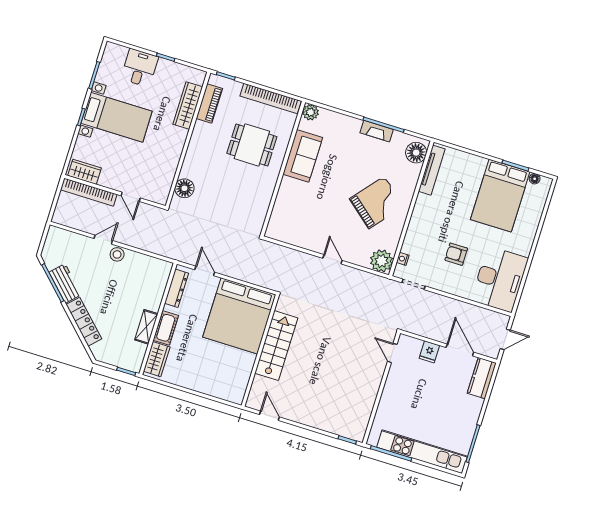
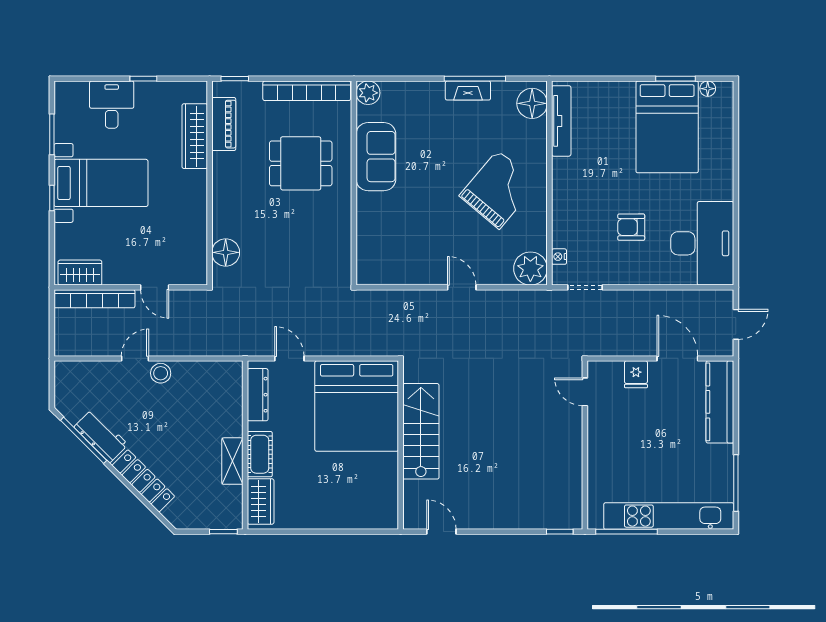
kitchen counter: (482, 378) -> (720, 402), width x1.50

